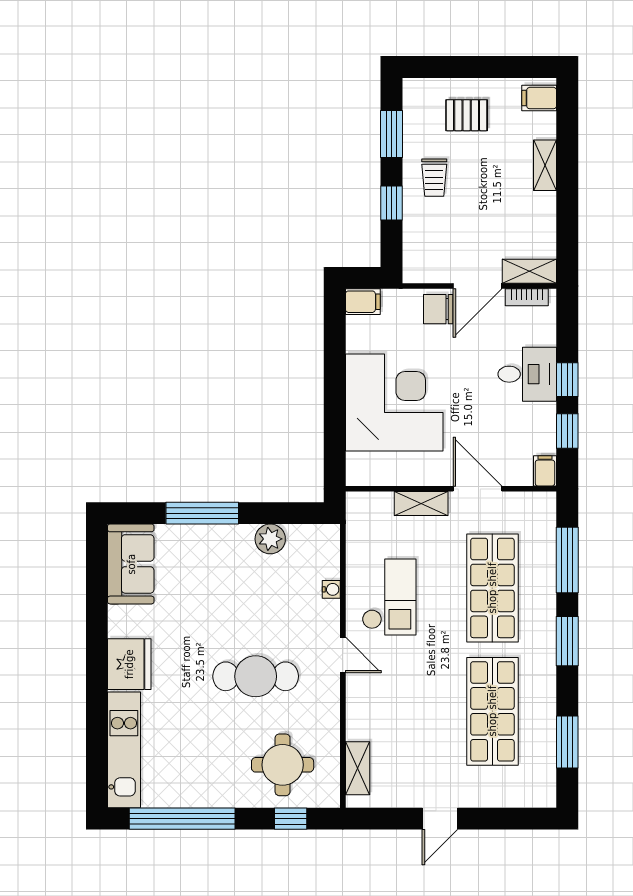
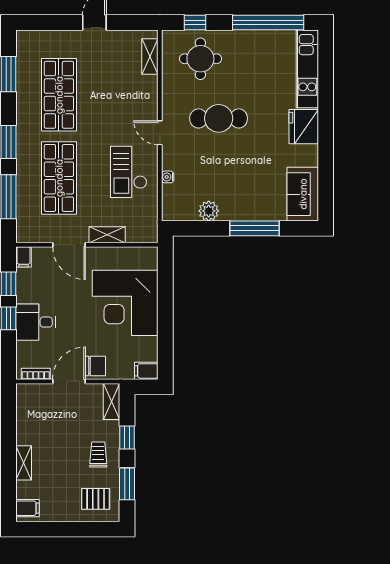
pallet: (467, 115) -> (96, 499), moved
shelving: (529, 271) -> (112, 401), moved, turned 90

